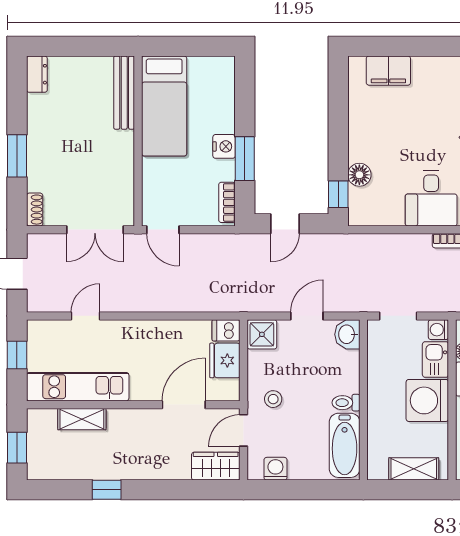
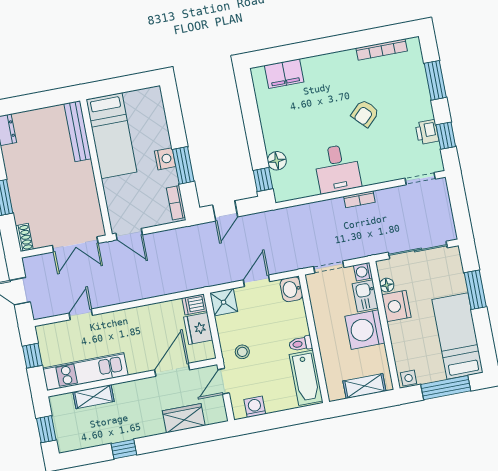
wardrobe: (216, 466) -> (184, 418), moved

